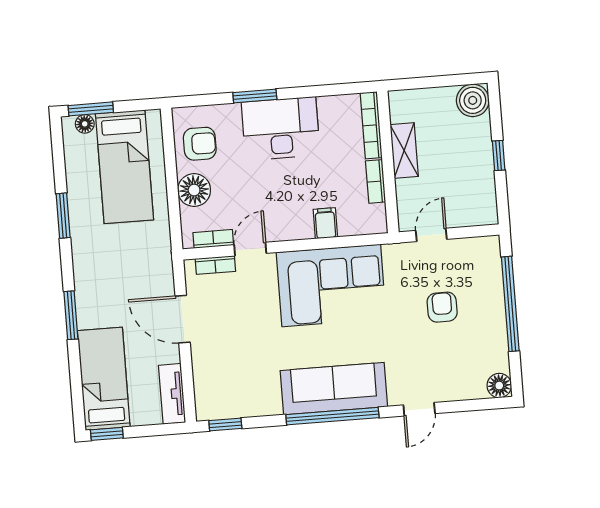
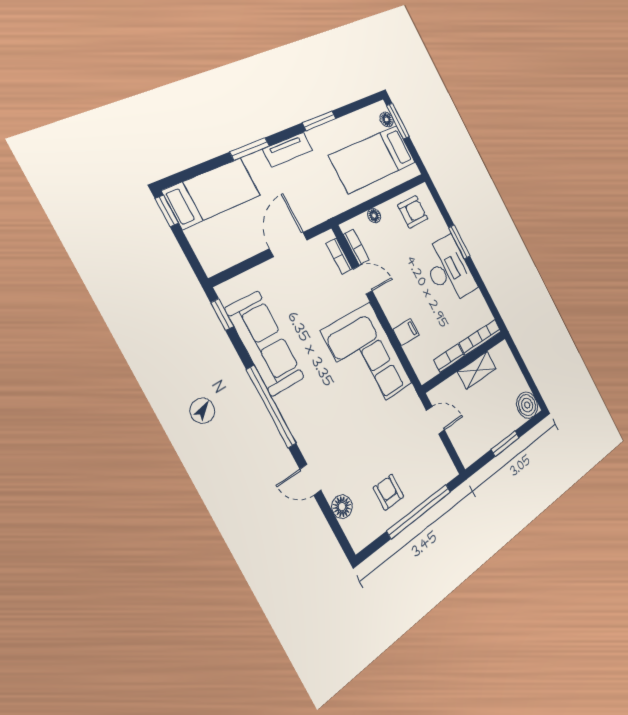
armchair: (200, 144) -> (413, 212), turned -90
window: (499, 156) -> (505, 444), width x1.50
floor lamp: (194, 190) -> (374, 216), width x0.53, depth x0.53
armchair: (442, 307) -> (388, 492), moved, turned -90
floor lamp: (499, 386) -> (342, 507), moved
sofa: (334, 389) -> (265, 343), moved
tv unit: (172, 394) -> (288, 150), moved, turned 180

